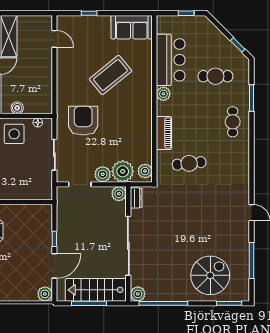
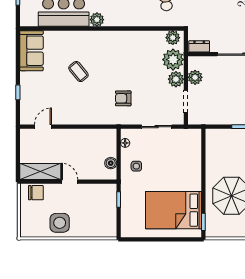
coffee table: (110, 75) -> (78, 72), width x0.54, depth x0.58
armchair: (83, 121) -> (123, 98), width x0.53, depth x0.53
piano: (164, 133) -> (135, 19), removed
side table: (14, 134) -> (136, 166), width x0.54, depth x0.54
plant: (119, 194) -> (195, 77), moved

